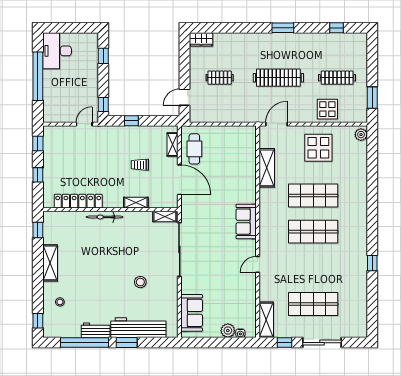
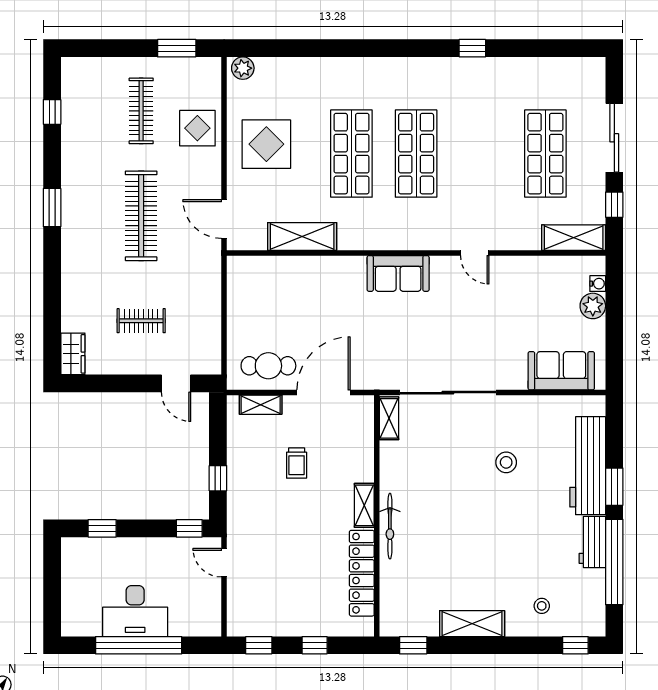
desk: (57, 51) -> (135, 611), moved
clothes rail: (220, 78) -> (141, 321), turned 90
shelving: (136, 203) -> (364, 505), moved

